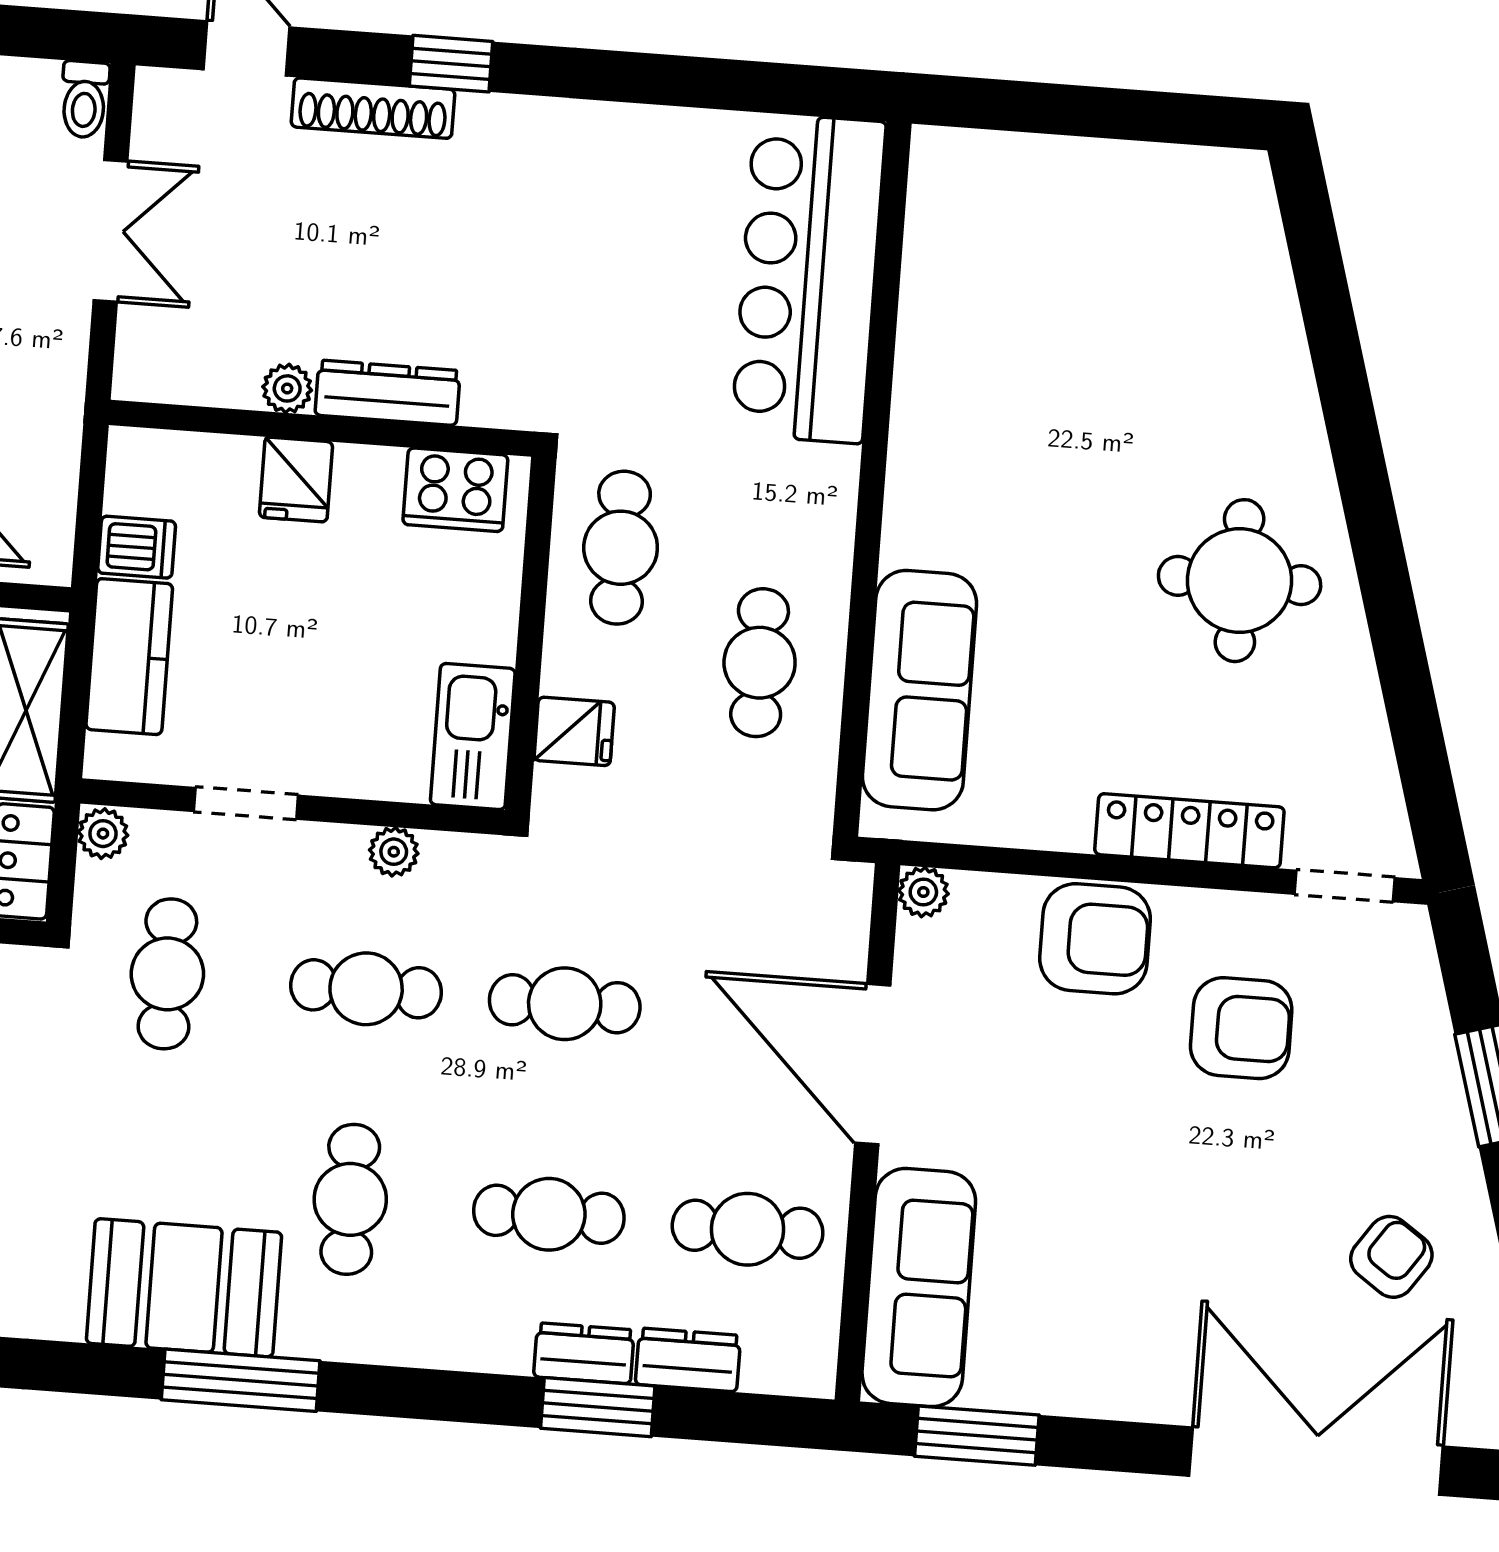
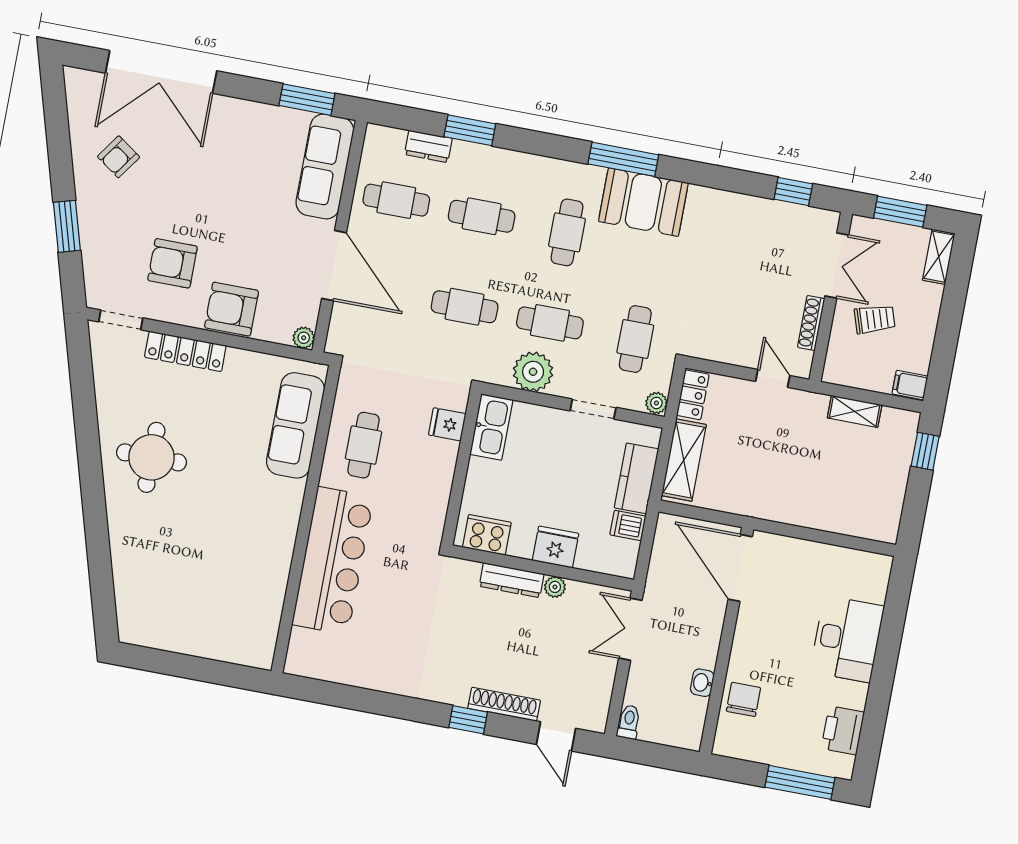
double door: (111, 231) -> (630, 629), moved
bar counter: (809, 278) -> (333, 561), moved
fridge: (296, 480) -> (556, 547), width x1.38
cafe table: (621, 548) -> (418, 502), removed
plant: (394, 852) -> (533, 372), width x1.87, depth x1.87
dresser: (584, 1353) -> (473, 154), removed

